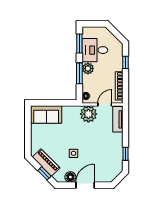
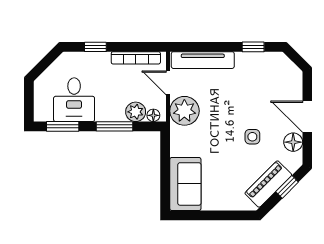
plant: (88, 68) -> (136, 112), moved
tv unit: (118, 119) -> (203, 60), width x1.41

